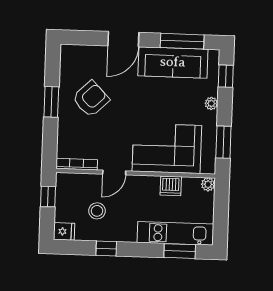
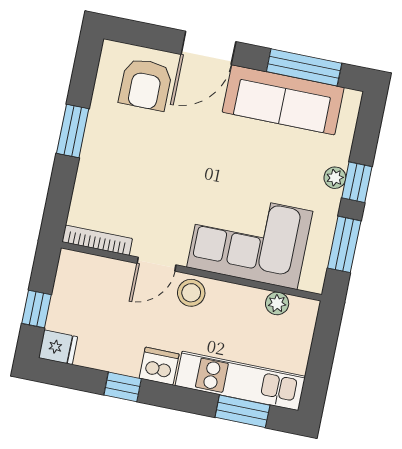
window: (226, 76) -> (357, 182), moved
armchair: (91, 99) -> (146, 84), moved, turned 134
plant: (208, 184) -> (277, 303), moved
dishwasher: (171, 186) -> (159, 366), moved, turned 180
window: (48, 197) -> (37, 309), moved
stool: (97, 211) -> (191, 293), moved

